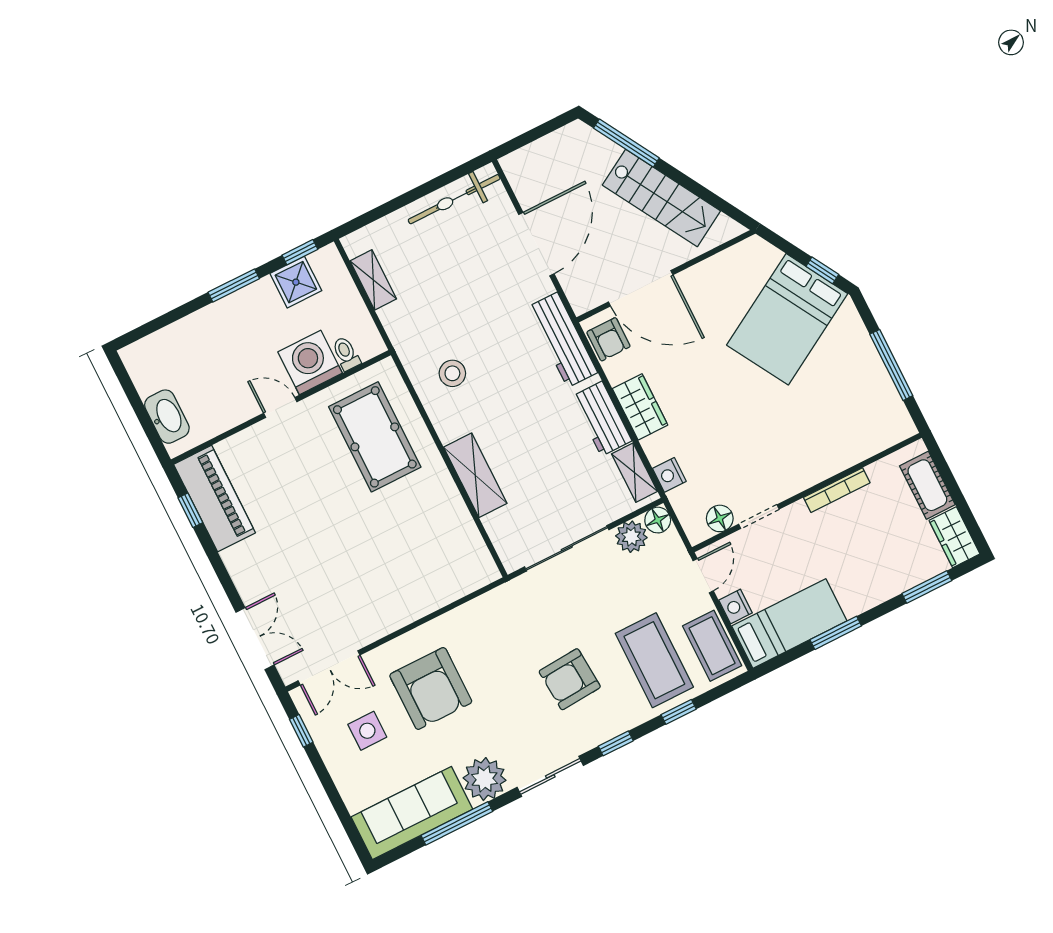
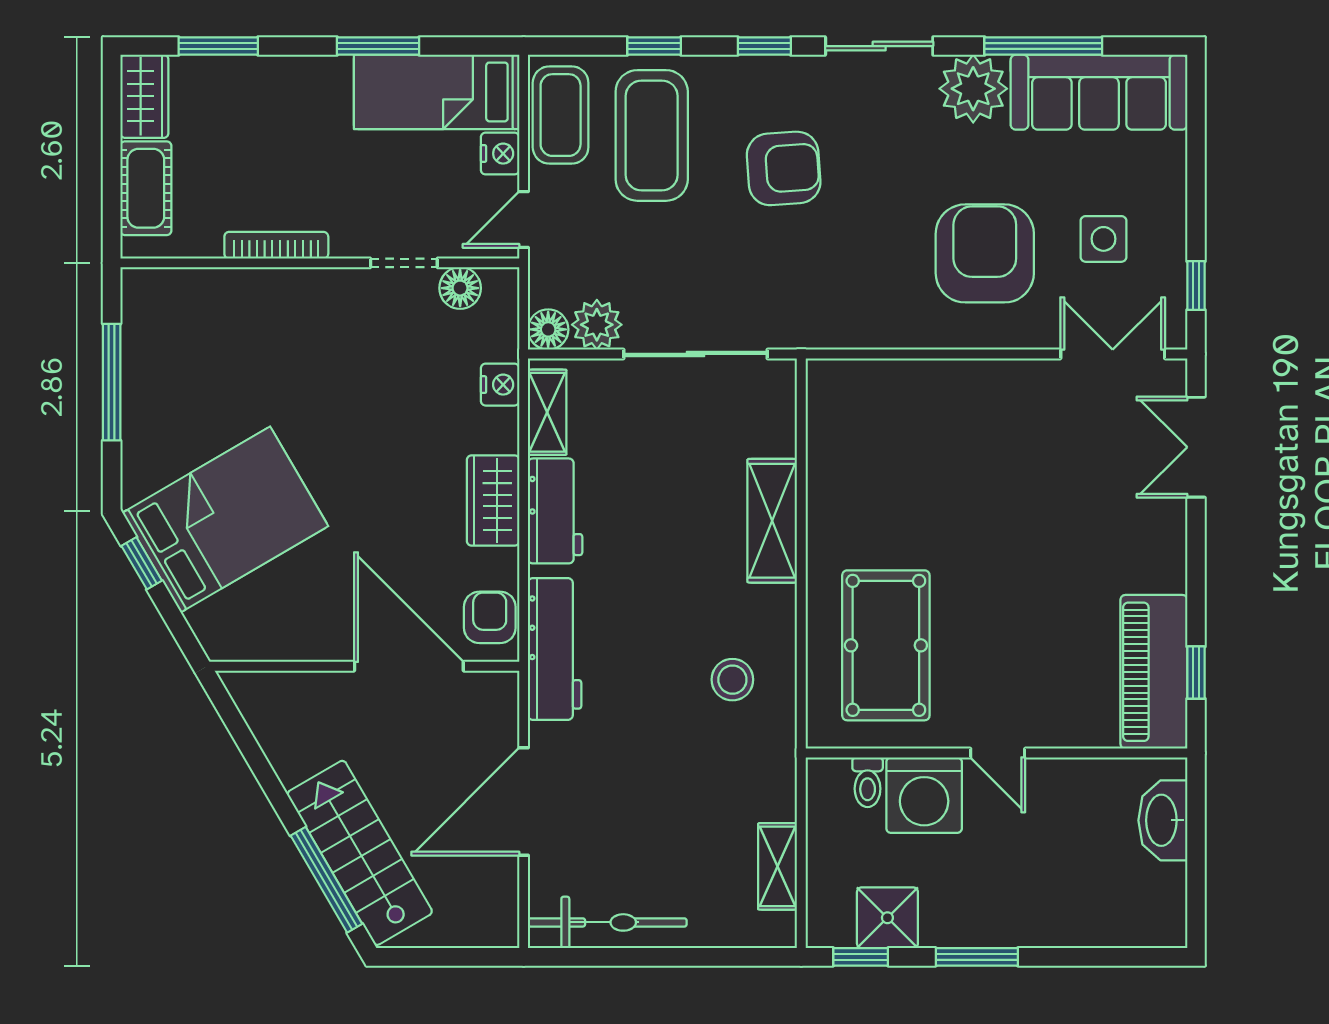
stairs: (661, 198) -> (360, 853), moved

